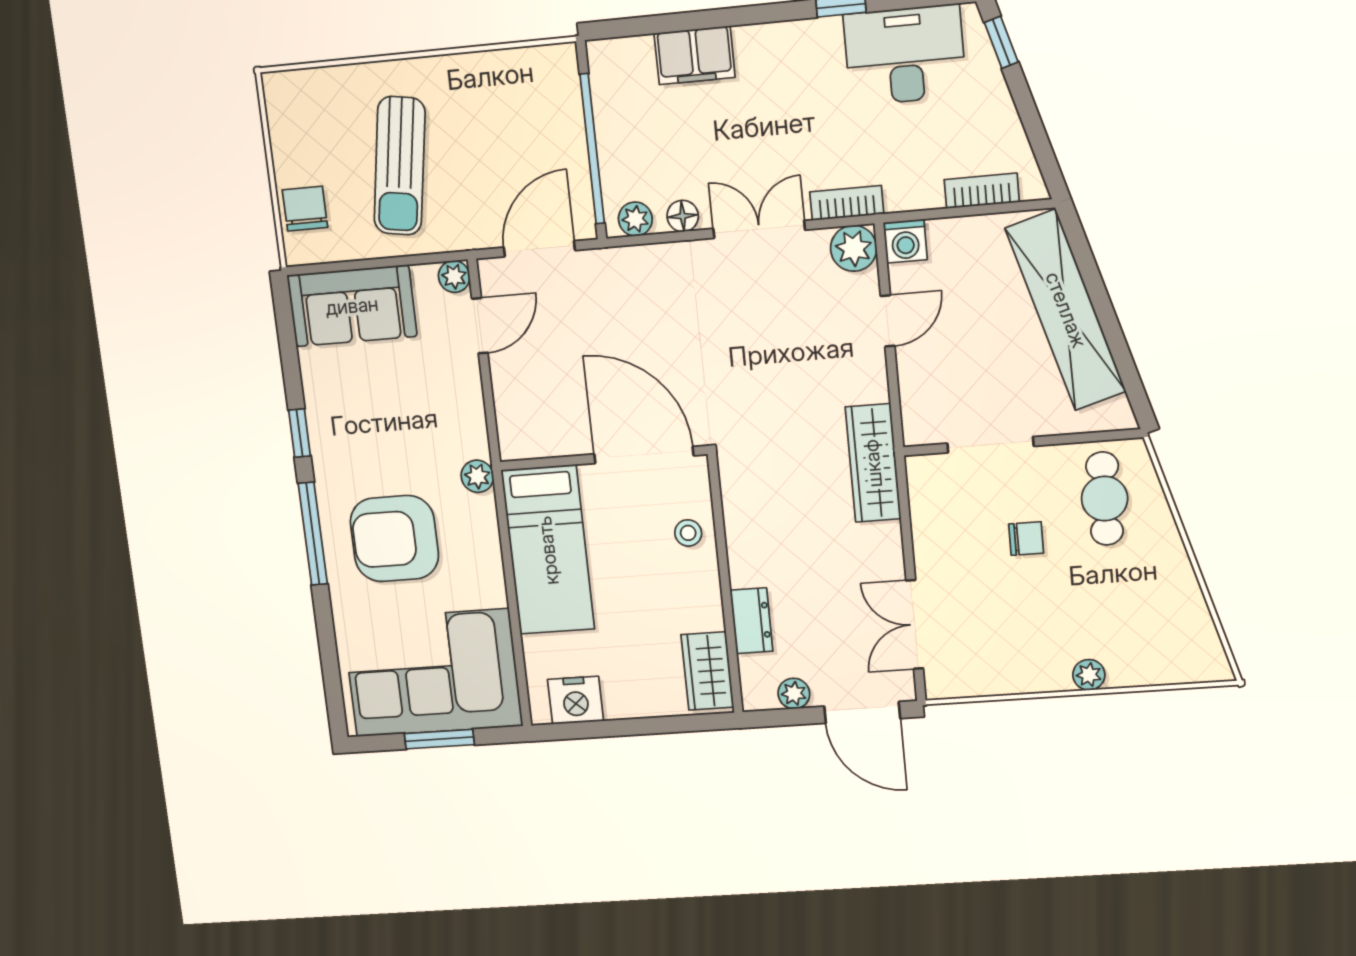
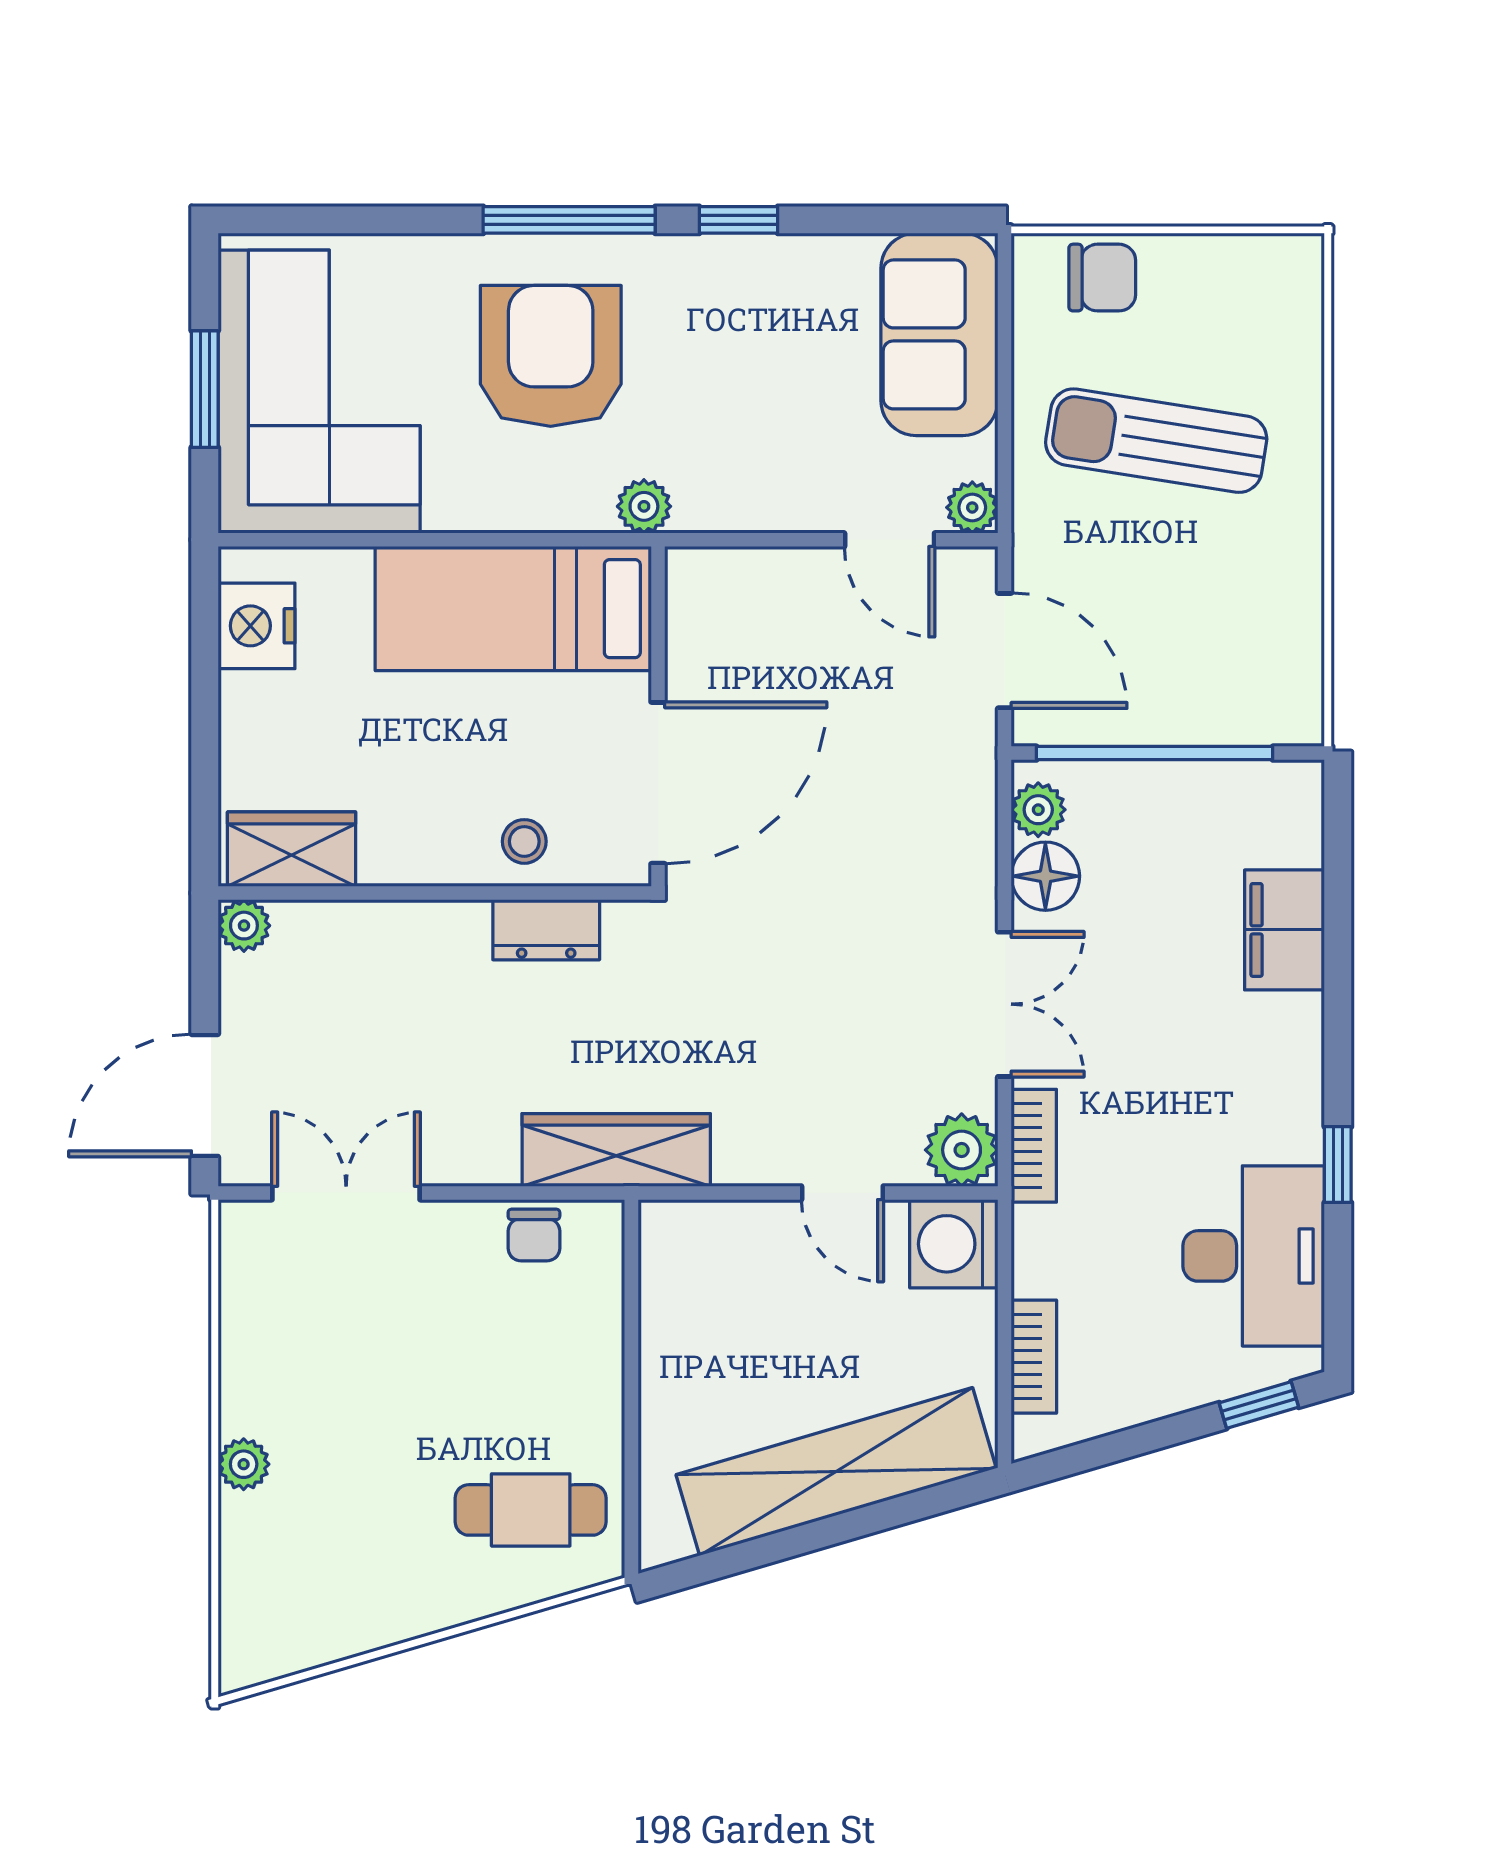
floor lamp: (683, 216) -> (1045, 876), width x1.37, depth x1.37
washing machine: (905, 241) -> (954, 1244), width x1.38, depth x1.38
doorway: (990, 445) -> (631, 1338), removed
chair: (1026, 539) -> (534, 1235), moved
dresser: (751, 621) -> (546, 930), moved
plant: (794, 694) -> (244, 926), moved

